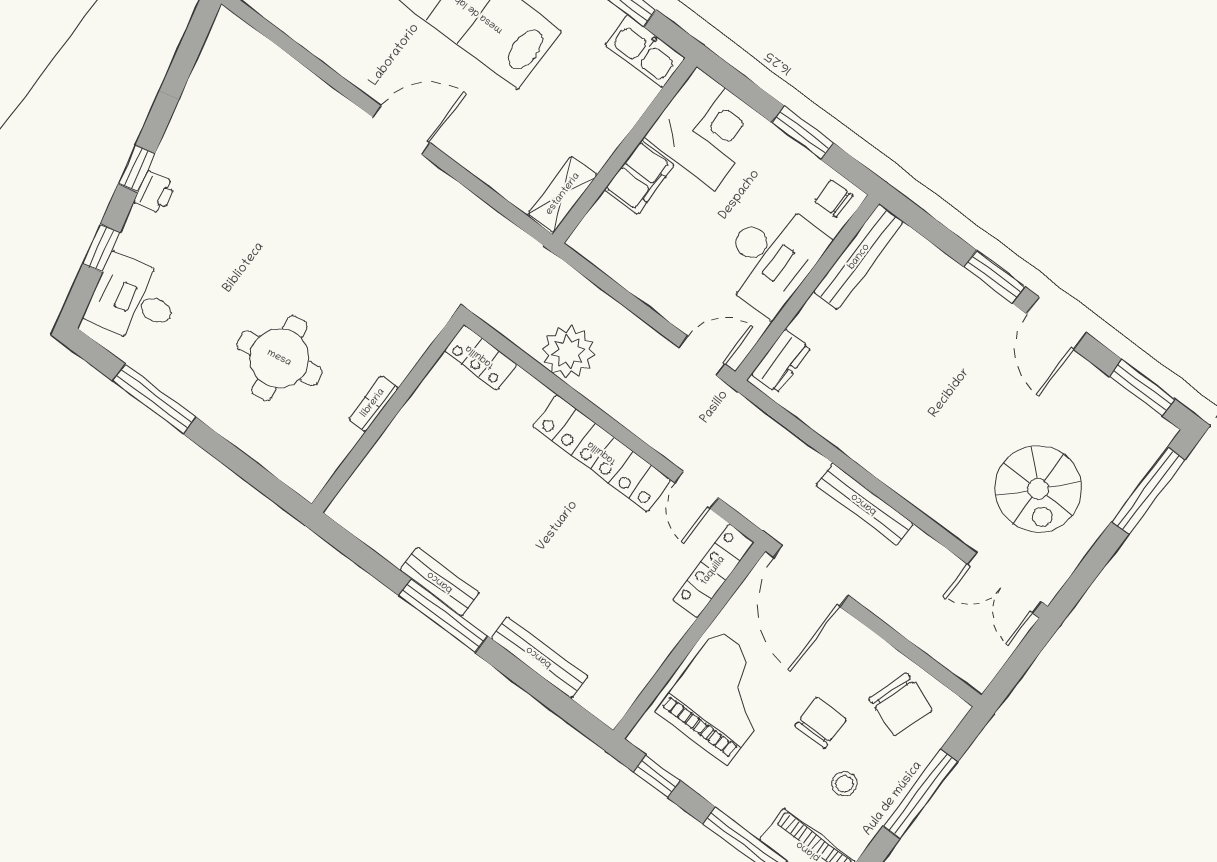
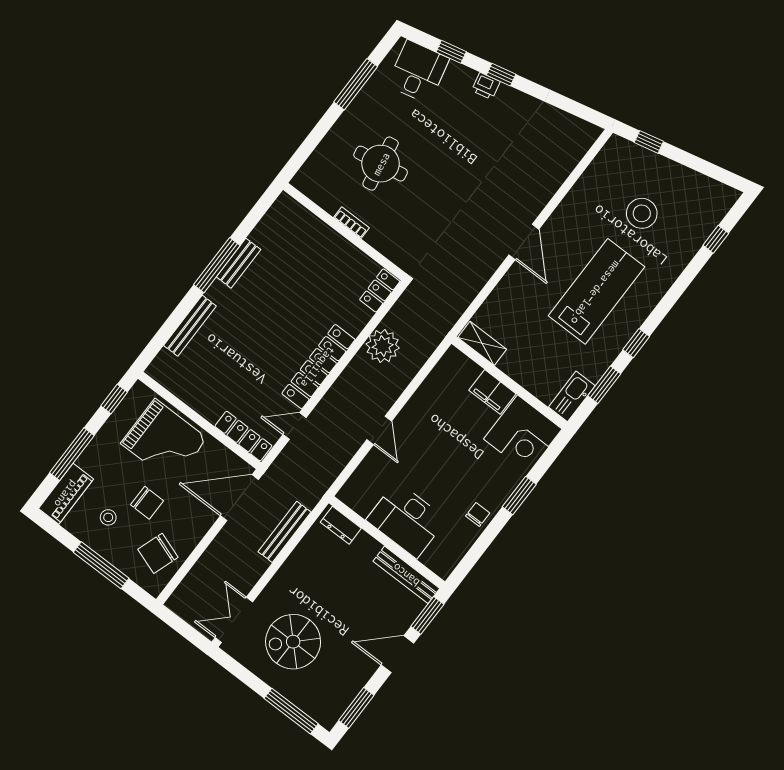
desk: (771, 257) -> (406, 520), moved
bench: (859, 257) -> (406, 575), moved
wall: (807, 288) -> (387, 542), moved
dresser: (781, 361) -> (341, 525), moved

